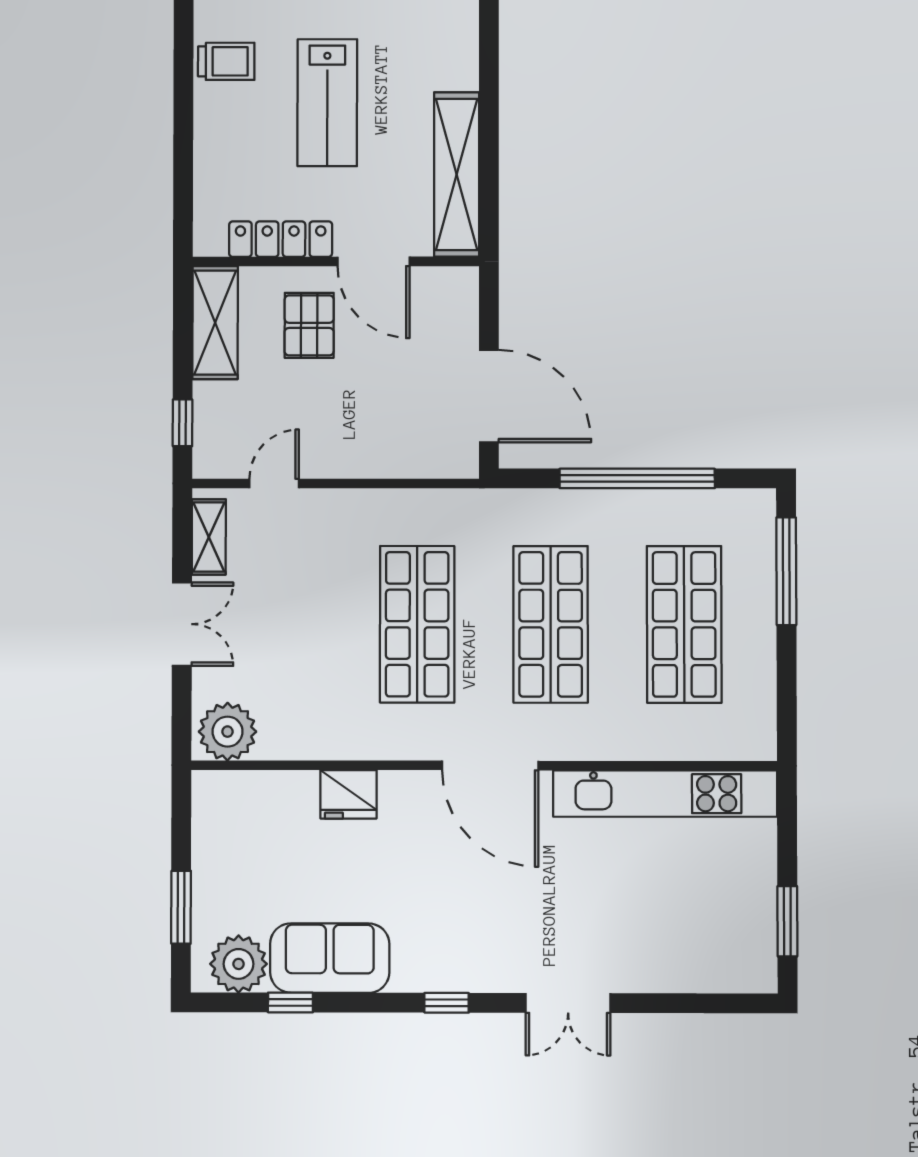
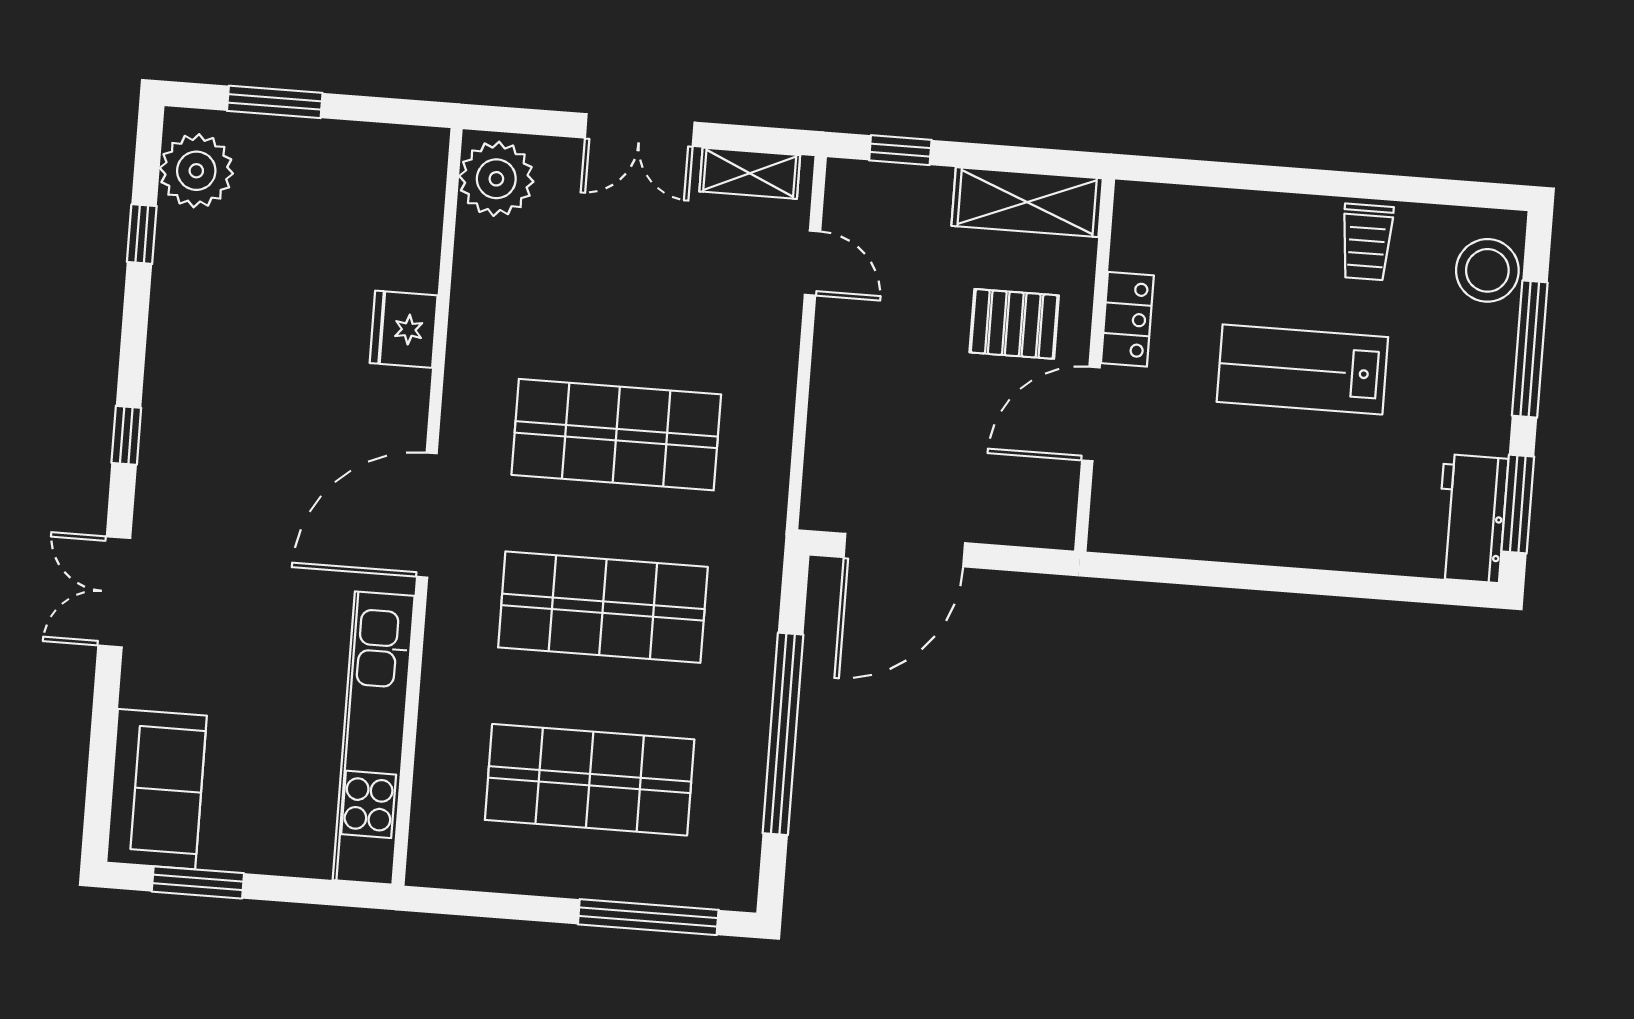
shelving: (457, 174) -> (1196, 531), removed
locker: (281, 239) -> (1127, 319), width x0.66
sofa: (330, 958) -> (157, 789), moved

